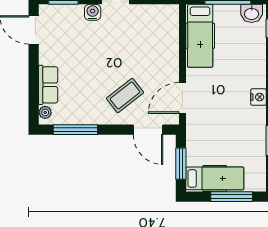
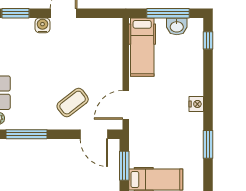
washbasin: (252, 13) -> (177, 26), moved

